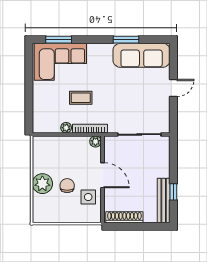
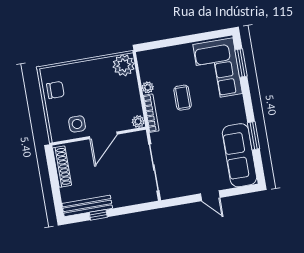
plant: (42, 184) -> (124, 65), moved
chair: (67, 186) -> (55, 90), moved

